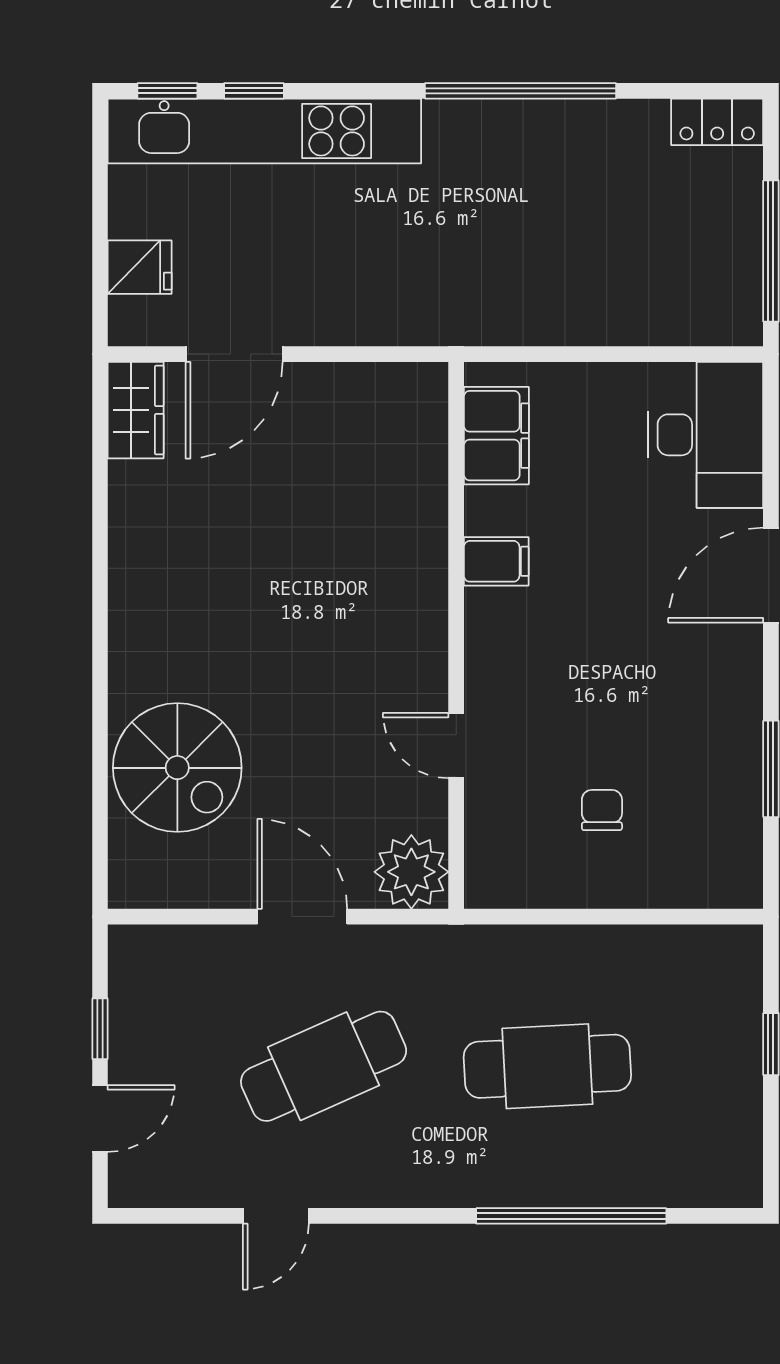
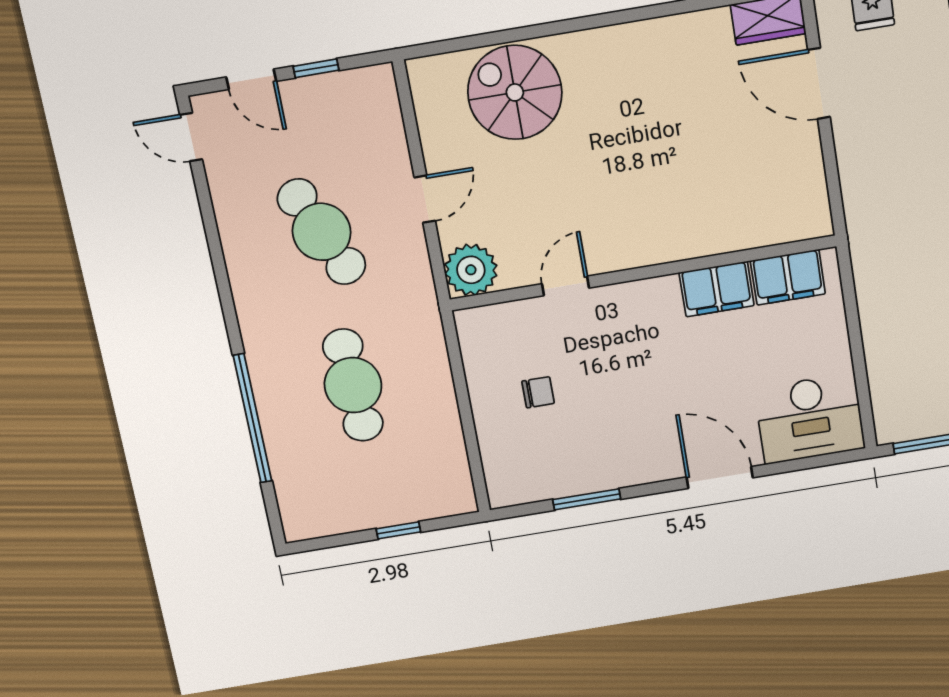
filing cabinet: (496, 561) -> (717, 289), width x2.00
spiral stairs: (177, 768) -> (515, 92), turned 90
door: (302, 917) -> (425, 199), width x0.73
door: (276, 1216) -> (191, 137), moved

